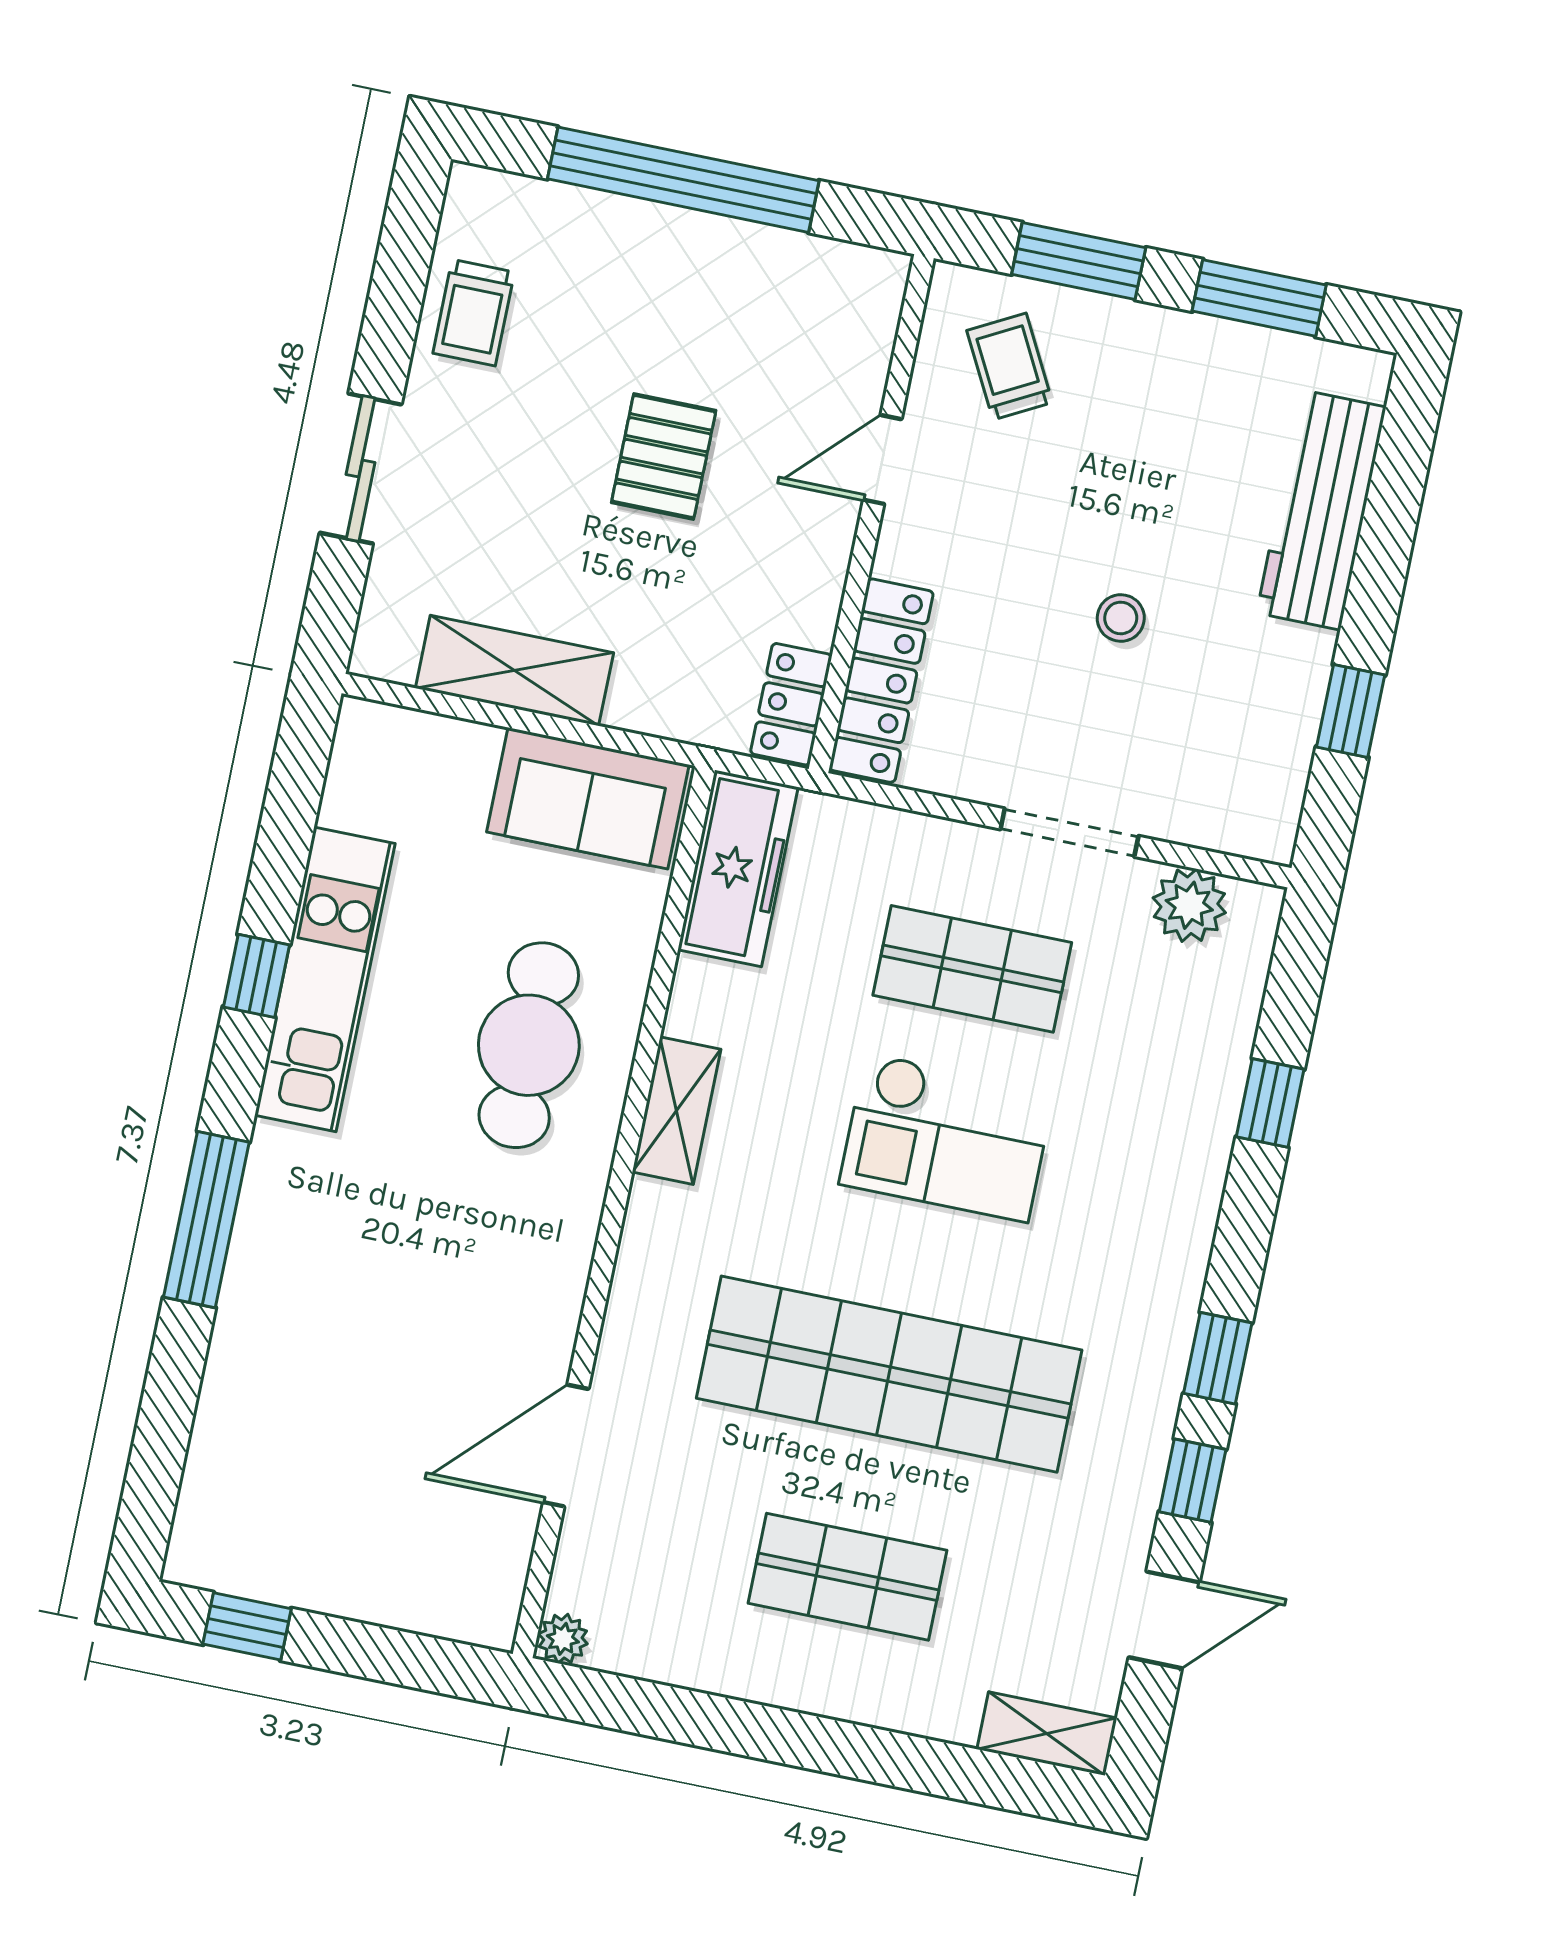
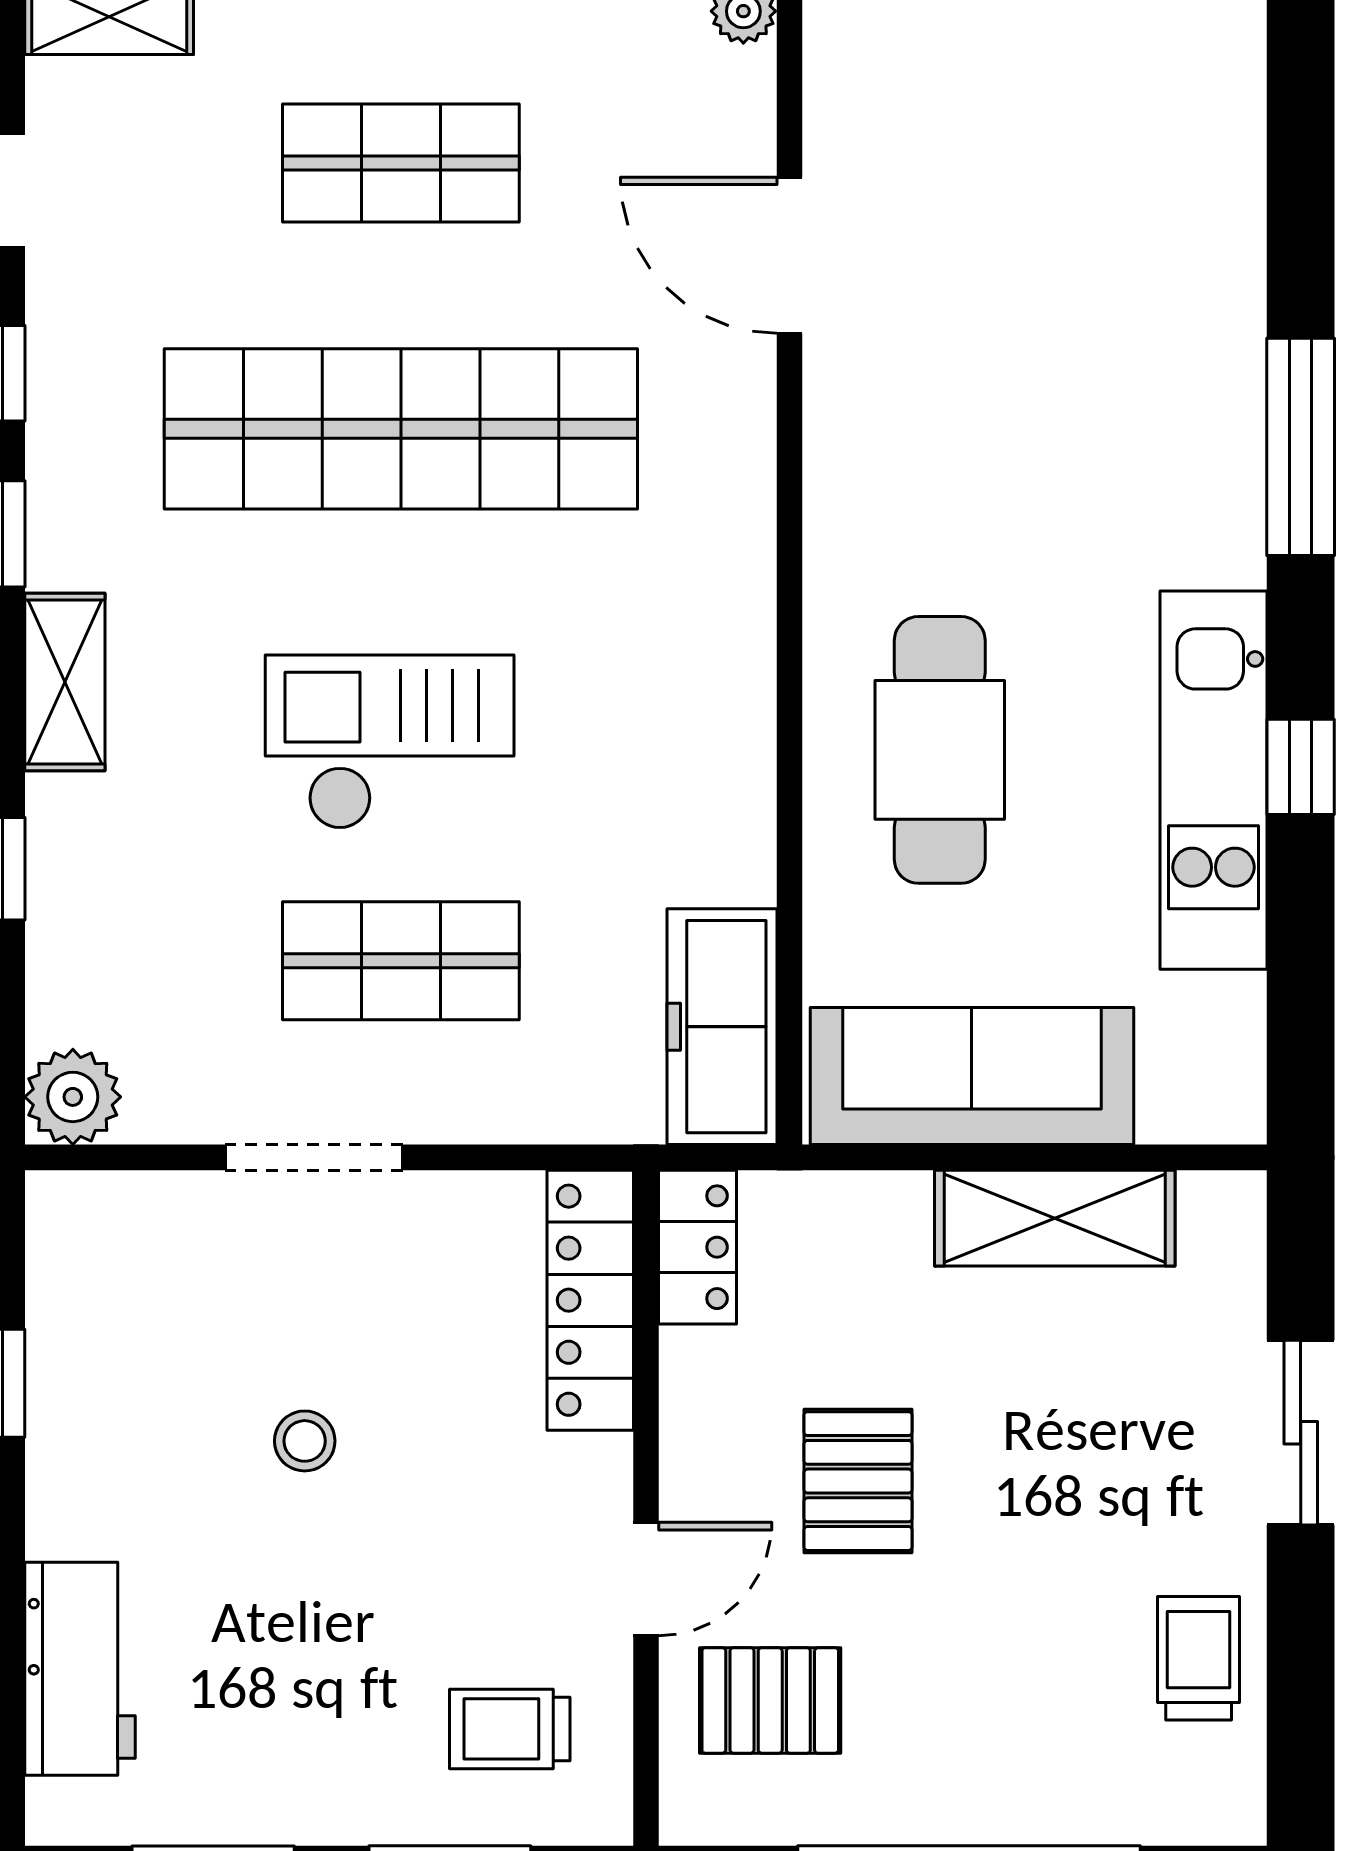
pallet: (807, 347) -> (770, 1700), added
trolley: (1010, 366) -> (510, 1729), turned 118
pallet: (664, 457) -> (858, 1481), moved
workbench: (1321, 510) -> (80, 1669), width x0.73
sofa: (588, 798) -> (972, 1076), width x1.36
plant: (1189, 905) -> (73, 1097), moved
shelving: (676, 1111) -> (65, 682), moved
door: (566, 1446) -> (790, 255), swing flipped

